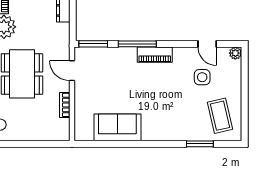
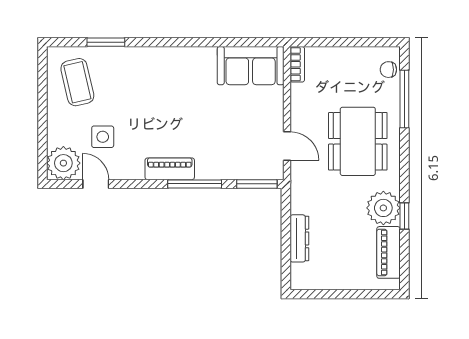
plant: (235, 53) -> (63, 163), width x1.87, depth x1.87
bookcase: (65, 105) -> (297, 64), moved
sofa: (117, 127) -> (251, 66), moved

